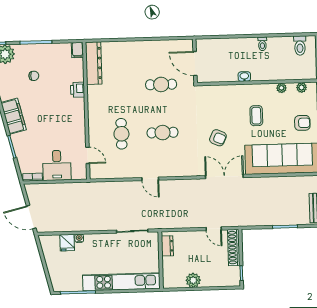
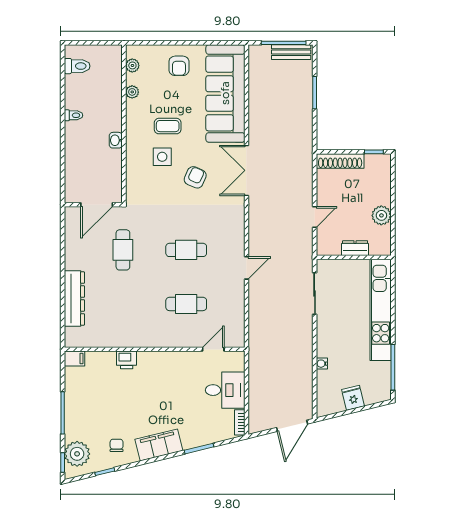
dresser: (94, 63) -> (74, 298), moved, turned 90
chair: (34, 76) -> (117, 445), moved
side table: (233, 112) -> (162, 157), added
armchair: (302, 123) -> (179, 66), turned 180
cafe table: (163, 133) -> (186, 250), turned 90
door: (214, 229) -> (315, 217), moved
fridge: (67, 243) -> (353, 398), moved, turned -104
dresser: (167, 246) -> (355, 248), moved

